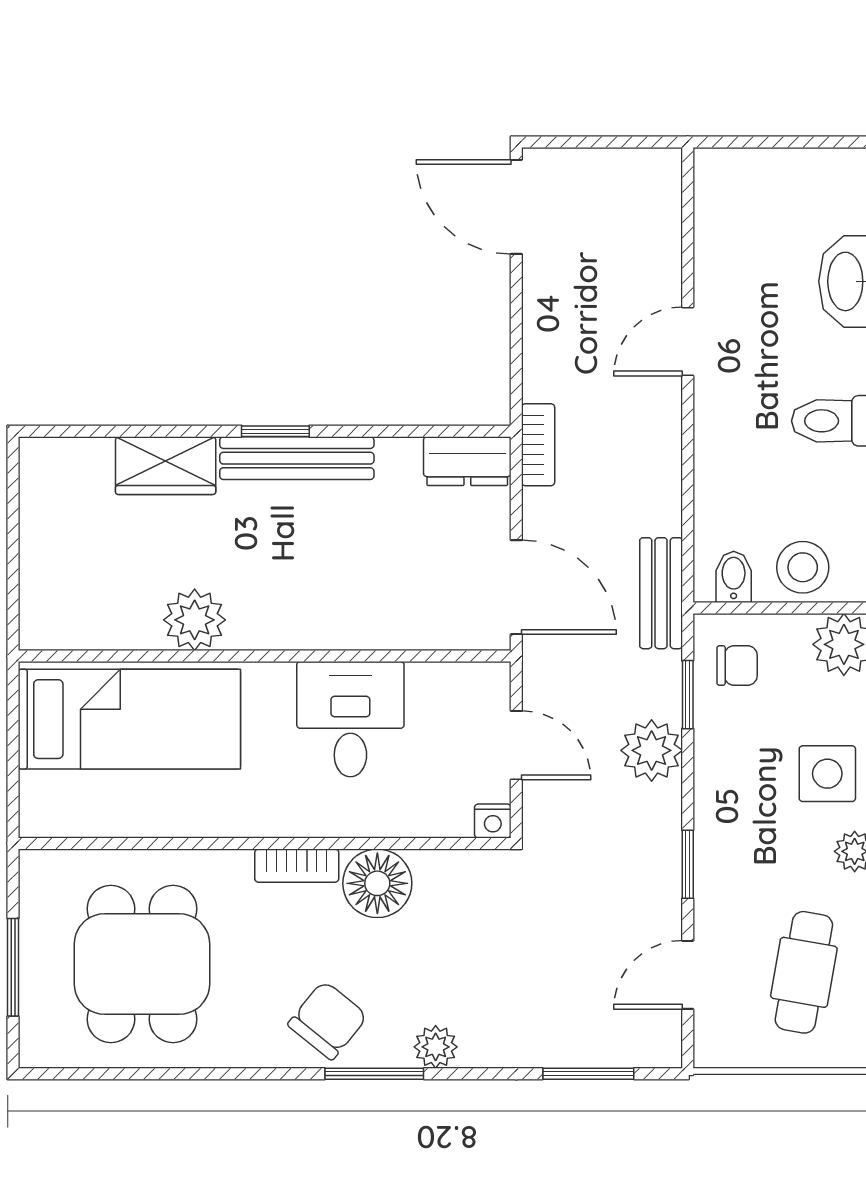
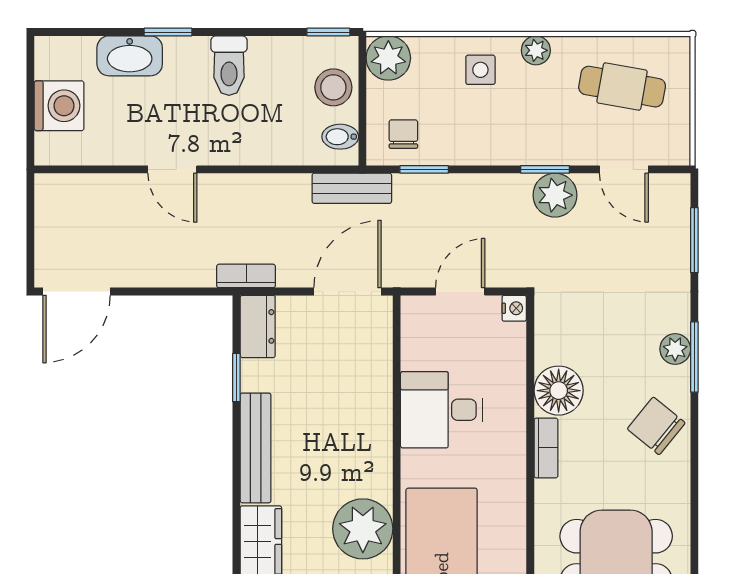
washing machine: (777, 182) -> (59, 106), added
window: (275, 431) -> (236, 378), moved
plant: (195, 620) -> (363, 529), width x1.36, depth x1.36
plant: (652, 750) -> (555, 195), moved
side table: (827, 774) -> (480, 70), width x0.73, depth x0.73
window: (374, 1074) -> (694, 357), moved

